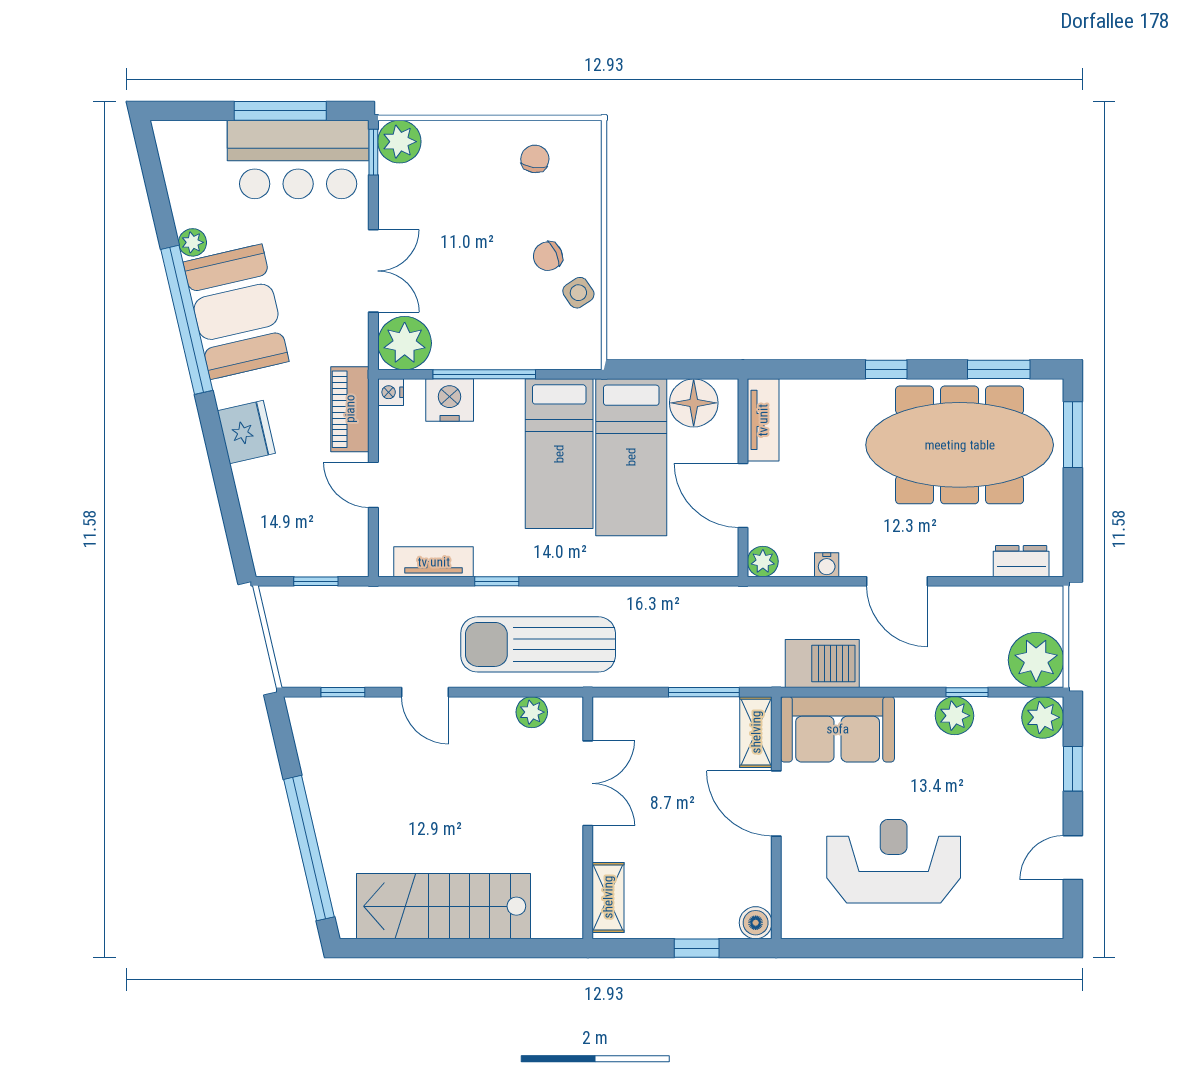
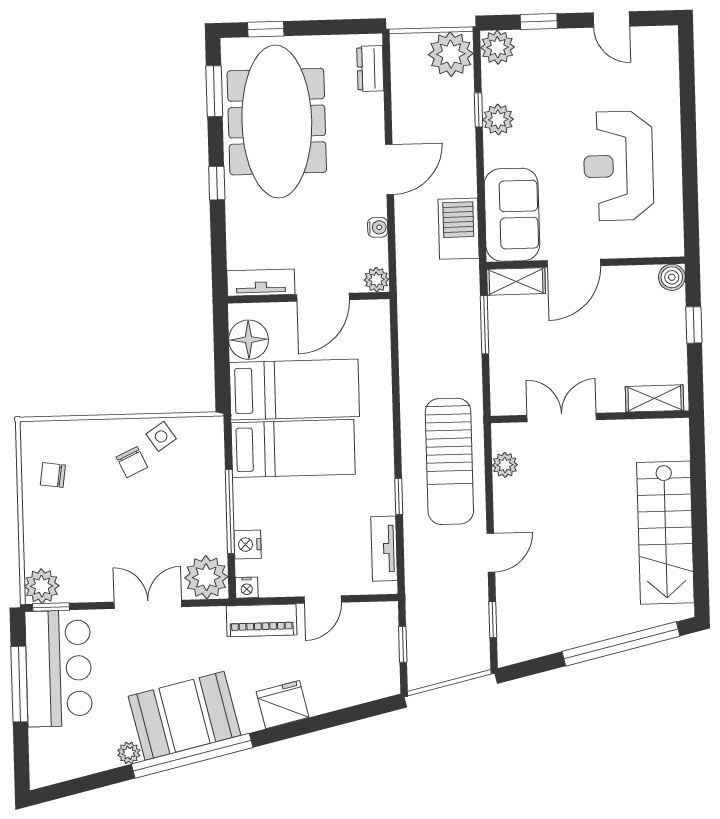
nightstand: (450, 400) -> (248, 545), width x0.74, depth x0.75
window: (1073, 435) -> (266, 29), width x0.67

